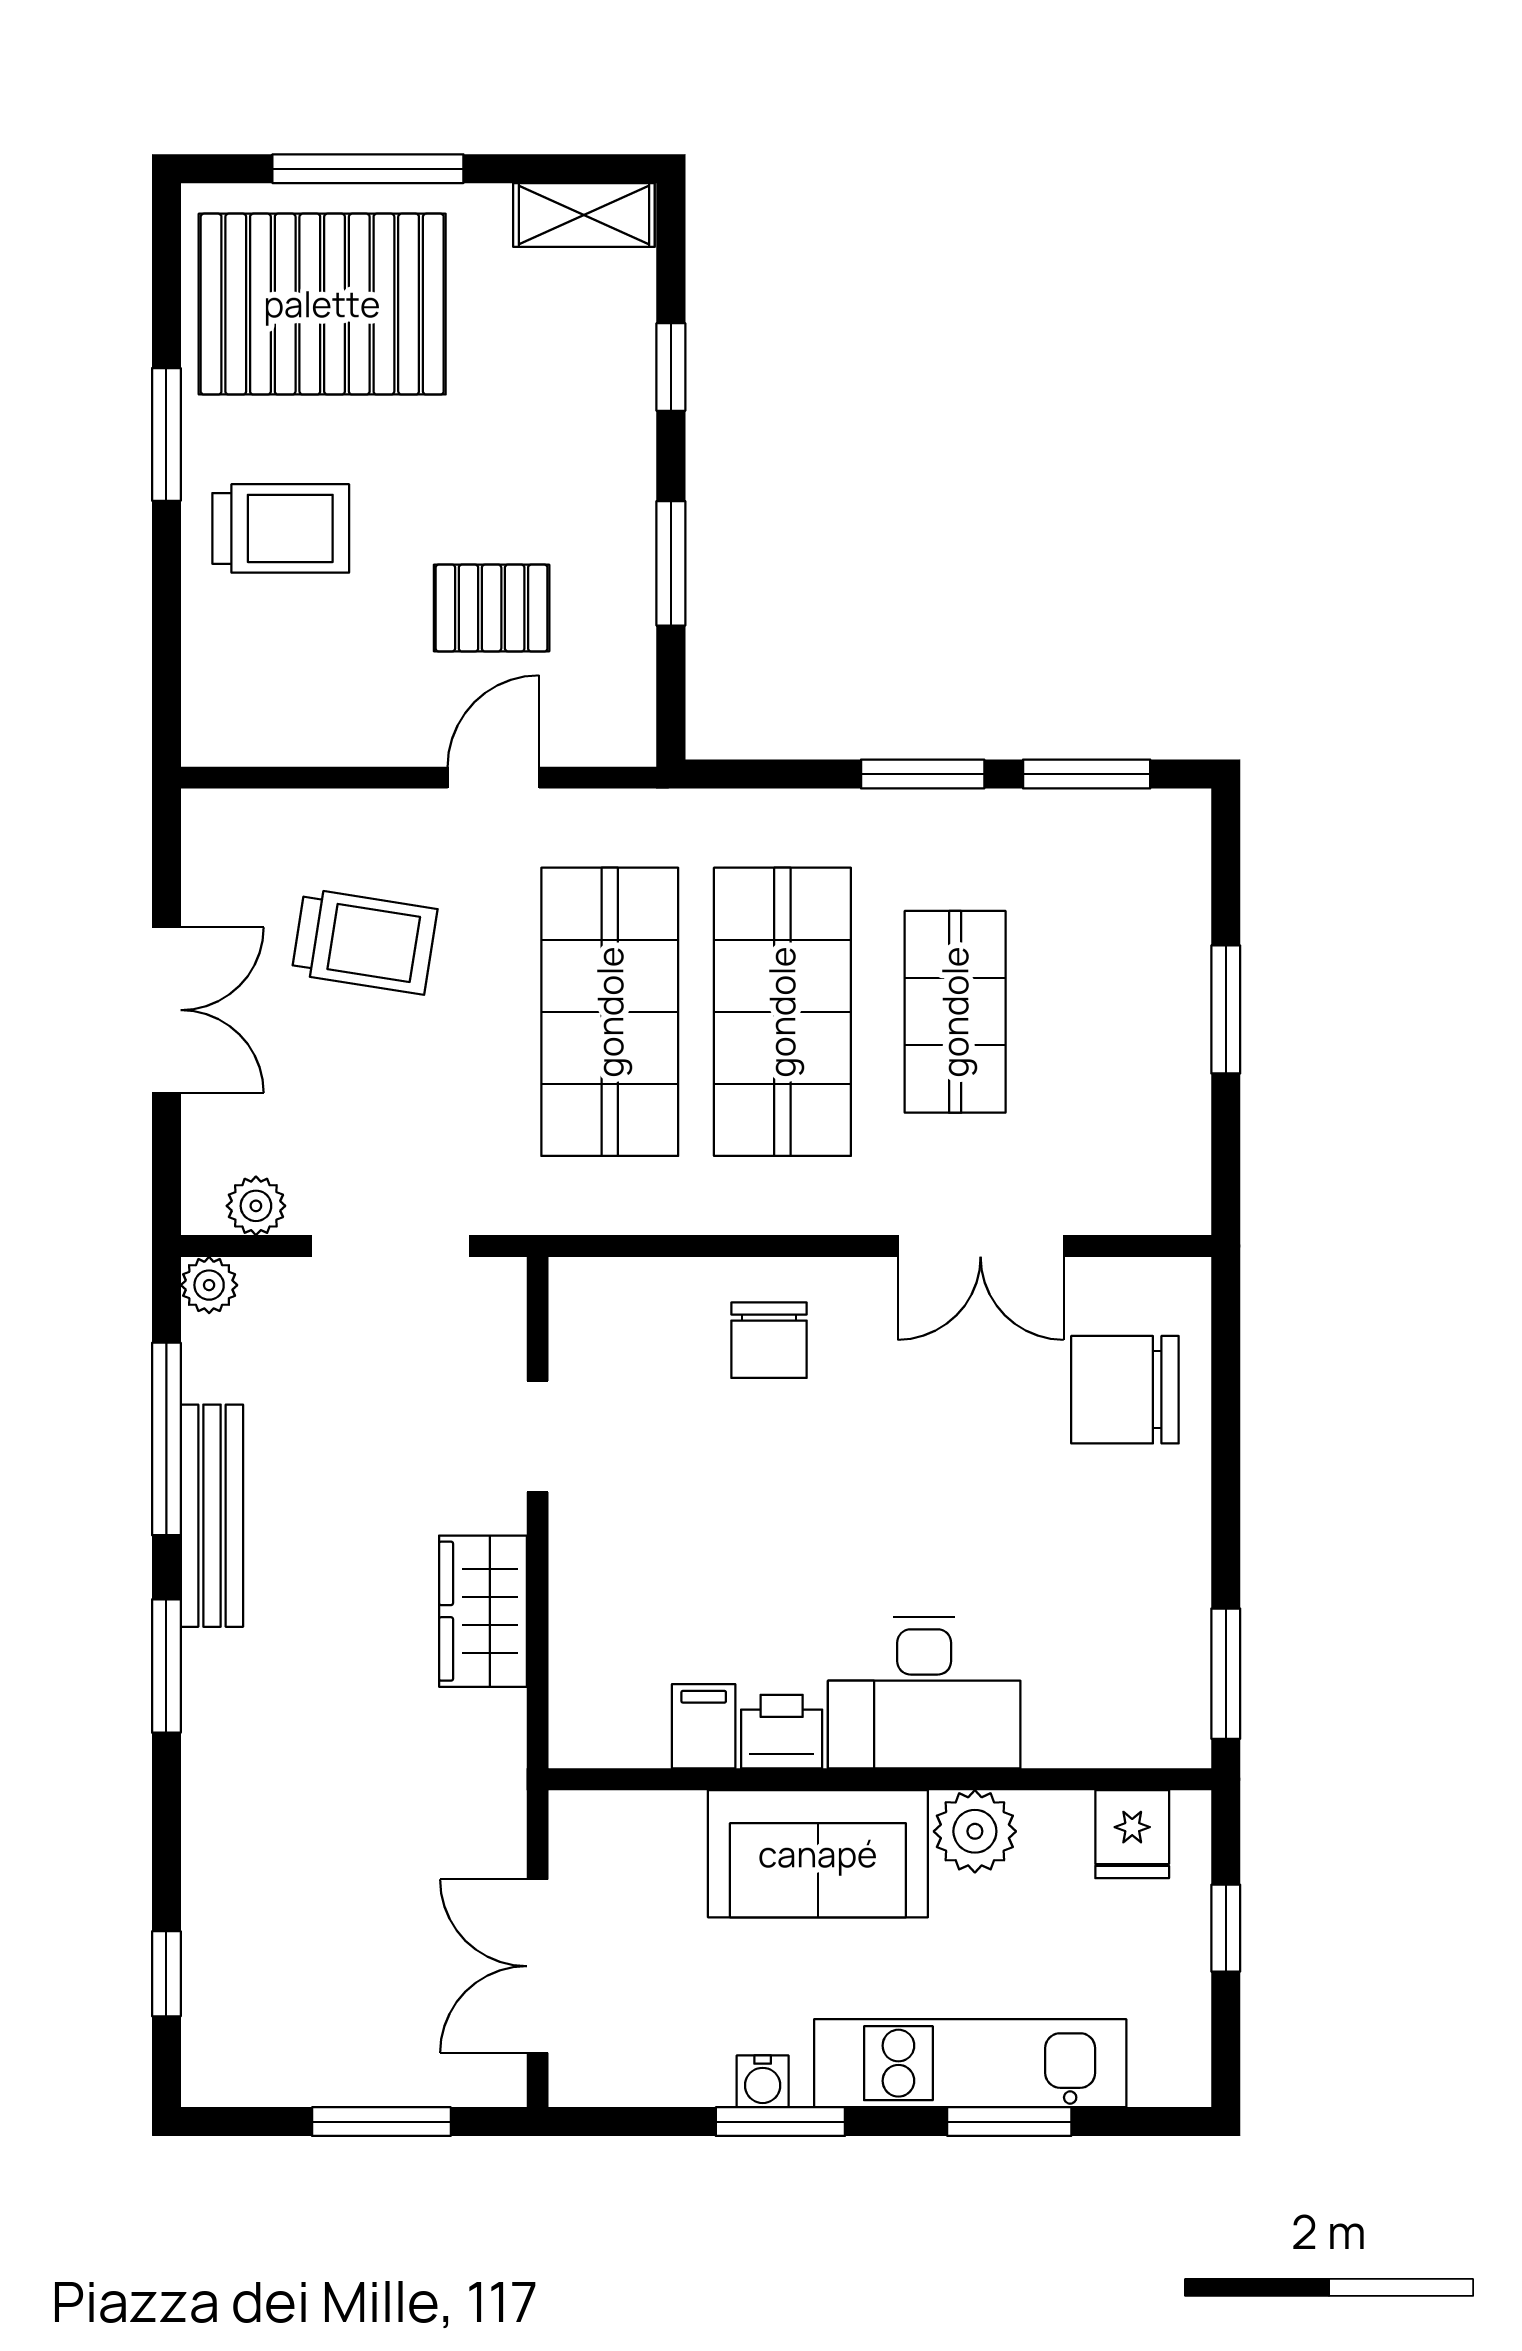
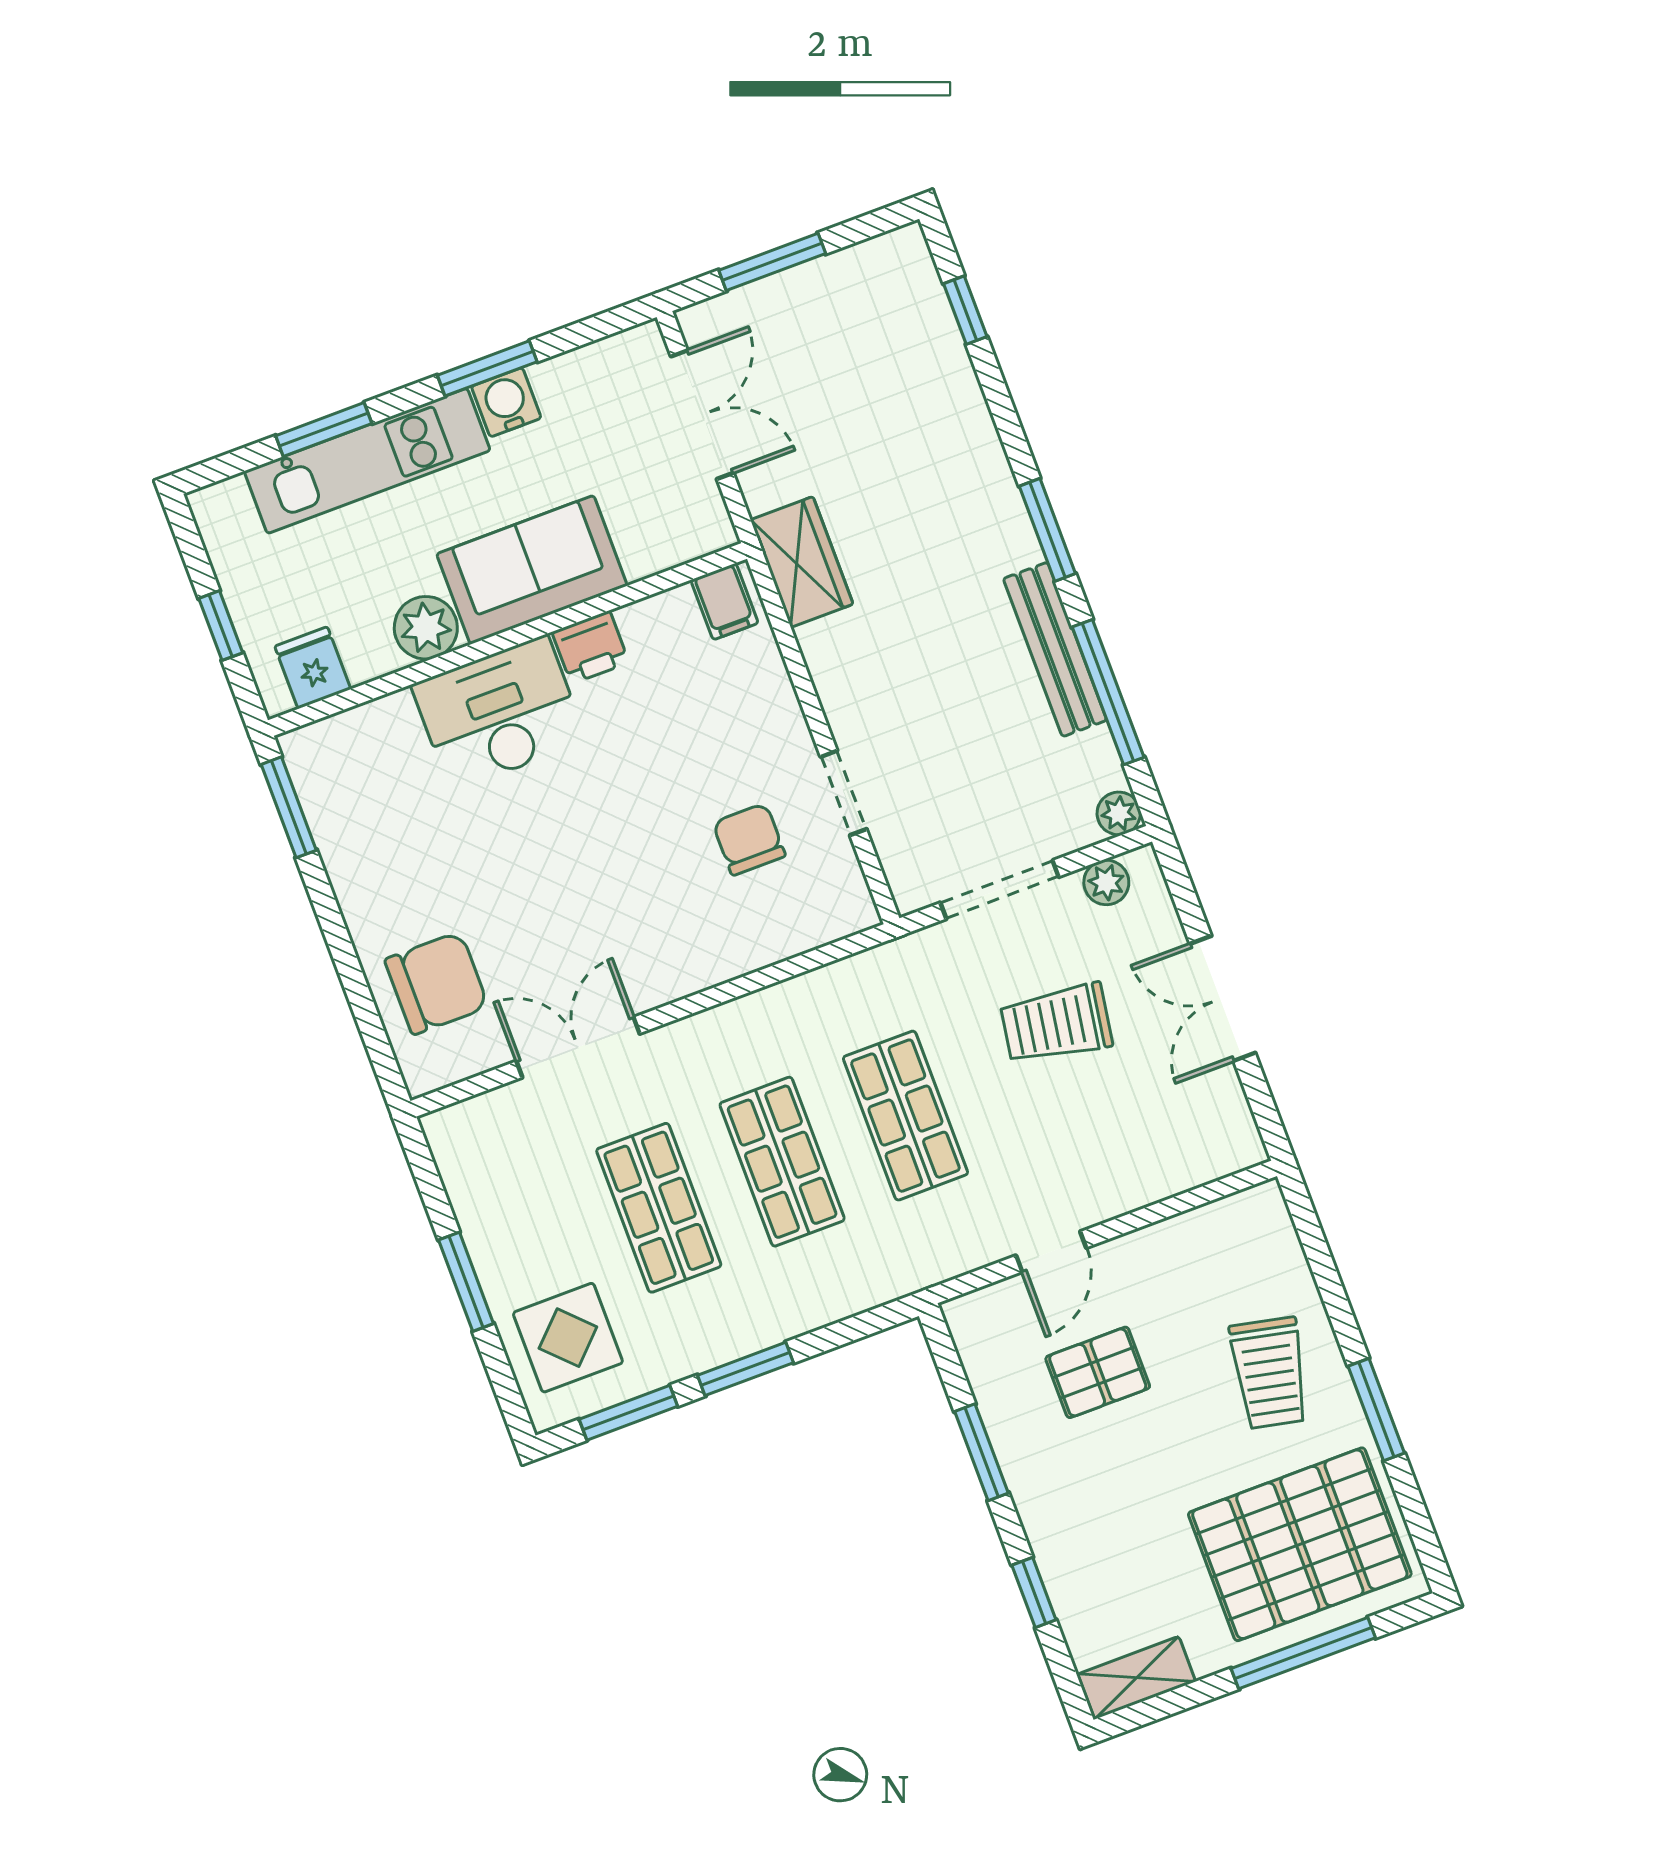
trolley: (281, 528) -> (1270, 1373), turned -78
display table: (1126, 894) -> (568, 1338), added
trolley: (364, 941) -> (1056, 1024), moved
shop shelf: (610, 1012) -> (905, 1116), width x0.70, depth x0.74
shop shelf: (782, 1012) -> (782, 1162), width x0.70, depth x0.74
chair: (769, 1340) -> (749, 839), moved
wardrobe: (483, 1611) -> (802, 562), moved
filing cabinet: (704, 1726) -> (725, 602), moved
water cooler: (763, 2081) -> (506, 402), width x1.38, depth x1.38

